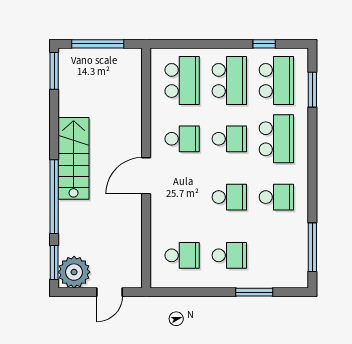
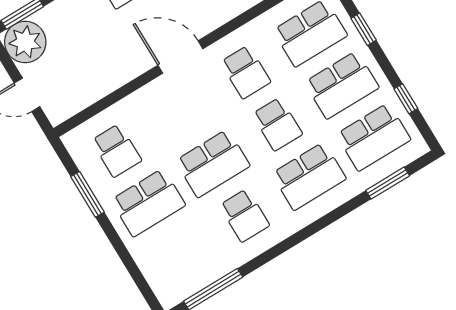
window: (201, 44) -> (364, 29), added
school desk: (229, 197) -> (213, 163), width x1.85
school desk: (229, 255) -> (148, 203), width x1.85
window: (254, 292) -> (88, 194), moved

